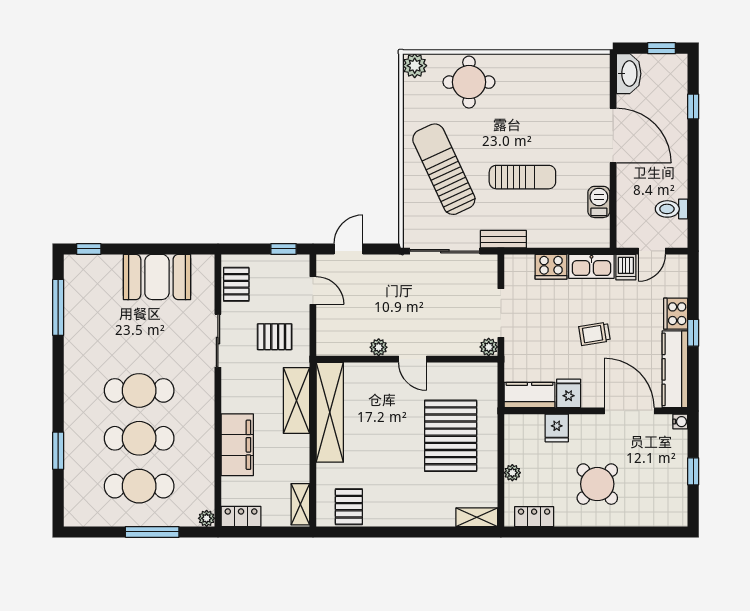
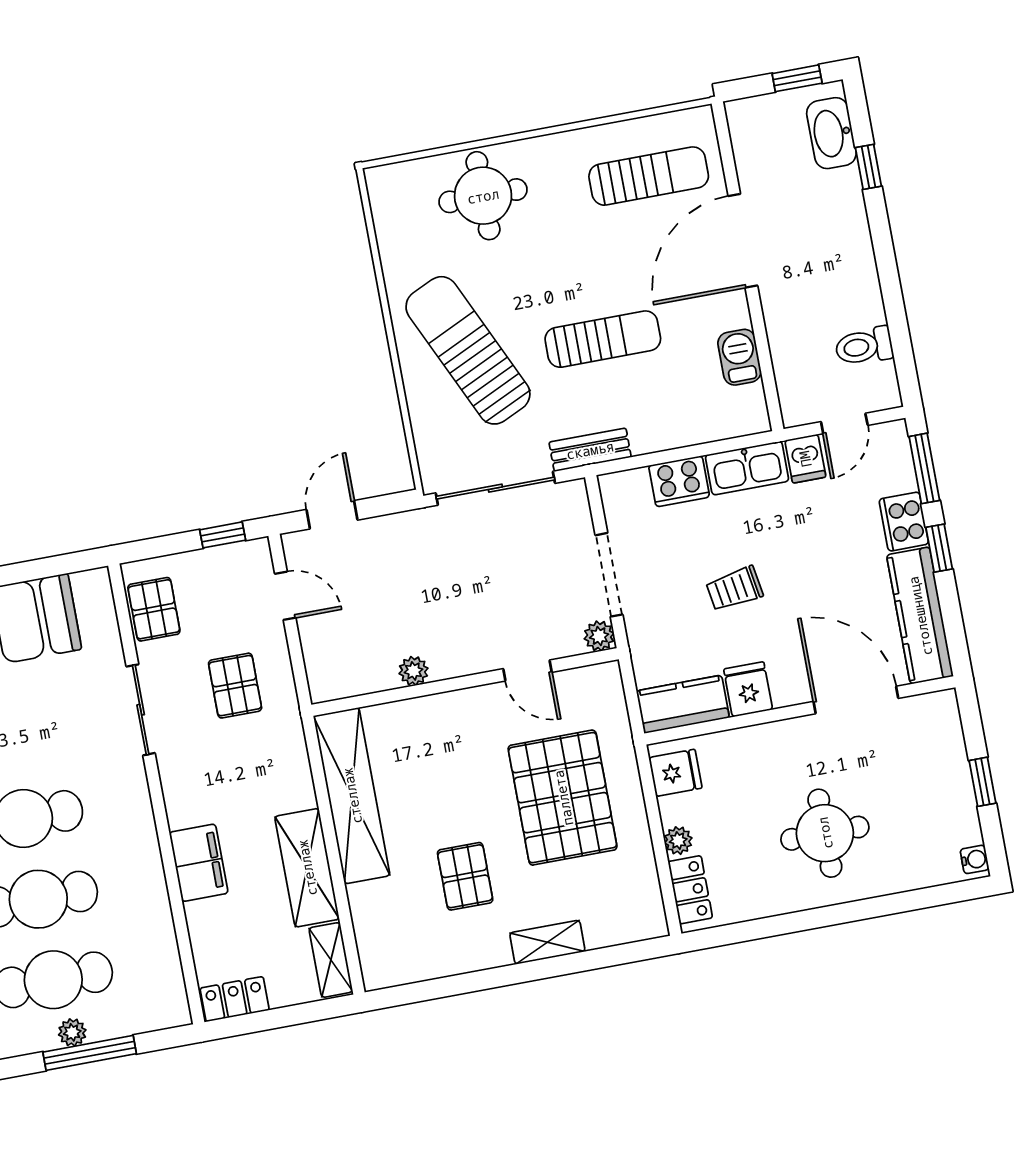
plant: (415, 66) -> (387, 185), removed
washbasin: (629, 74) -> (831, 133), moved, turned 180
sun lounger: (566, 88) -> (649, 176), added
door: (613, 136) -> (743, 241), swing flipped
window: (693, 285) -> (924, 468), added
trolley: (595, 334) -> (735, 589), moved
pallet: (275, 337) -> (235, 686), turned 90
door: (413, 359) -> (528, 670), moved
shelving: (297, 401) -> (307, 868), moved
water cooler: (680, 422) -> (975, 859), moved
fridge: (557, 428) -> (675, 773), moved, turned -90
filing cabinet: (237, 445) -> (199, 863), width x0.67, depth x0.86
round table: (597, 484) -> (825, 833), turned 45
pallet: (349, 507) -> (465, 876), moved
shelving: (477, 517) -> (547, 942), moved
locker: (534, 517) -> (690, 890), moved, turned 90
plant: (207, 518) -> (72, 1032), moved

